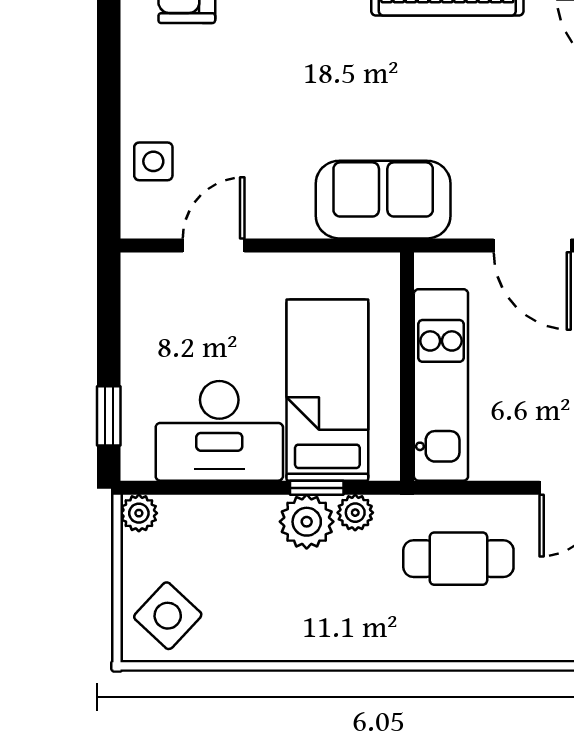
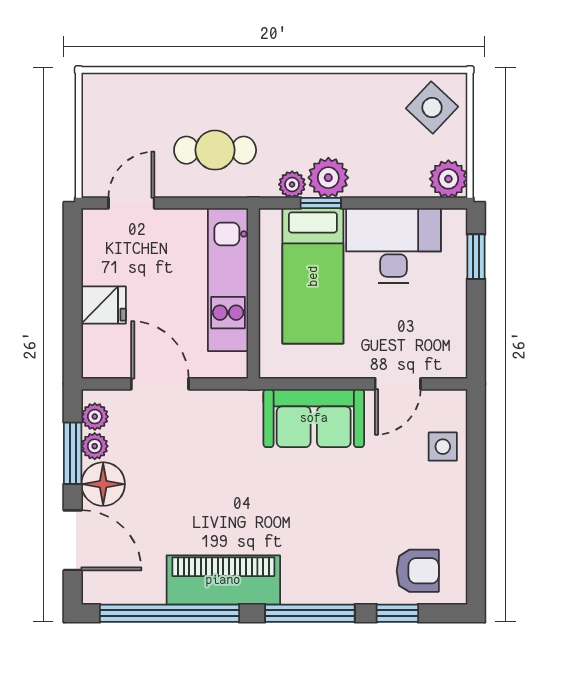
sofa: (383, 200) -> (314, 418), moved
plant: (139, 513) -> (448, 179), width x1.38, depth x1.38

